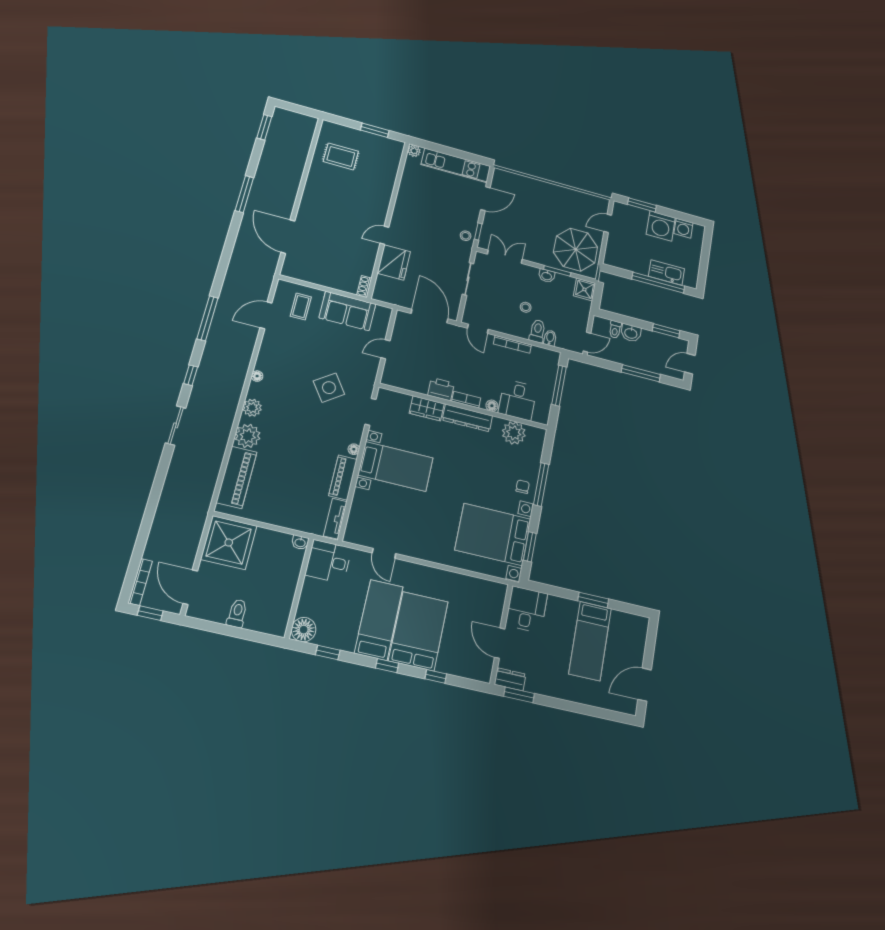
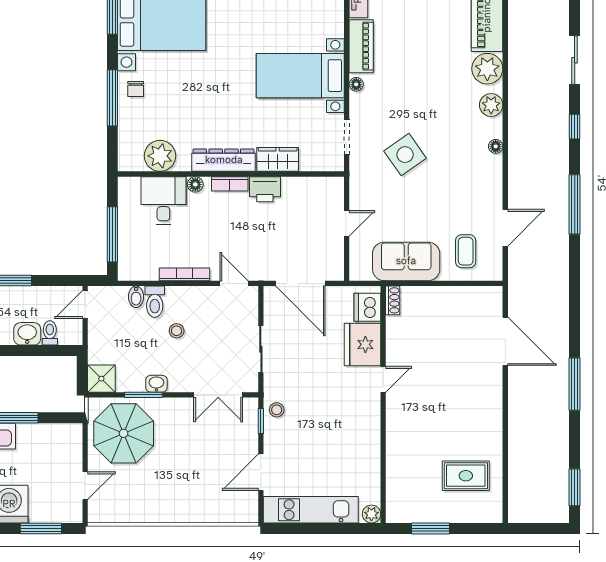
dishwasher: (384, 287) -> (367, 307), added

